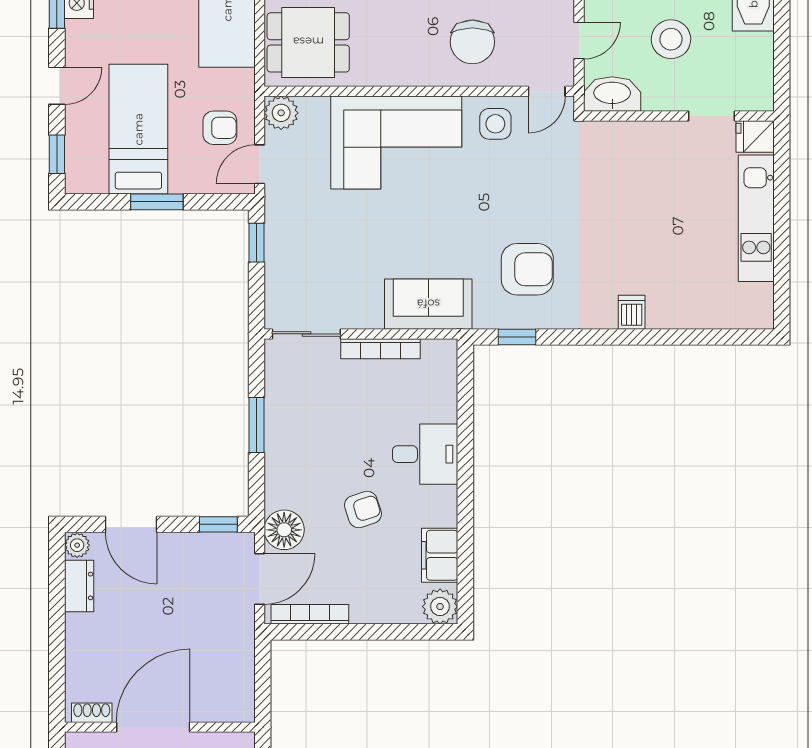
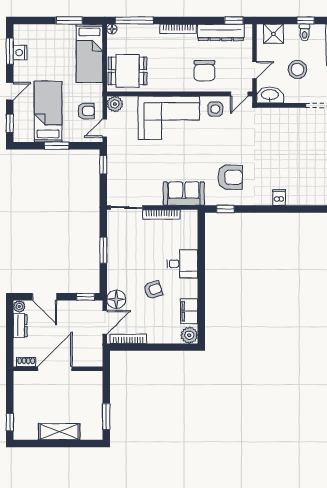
shoe rack: (92, 713) -> (26, 362), moved
door: (153, 727) -> (55, 369), moved
wall: (160, 727) -> (58, 369), moved

